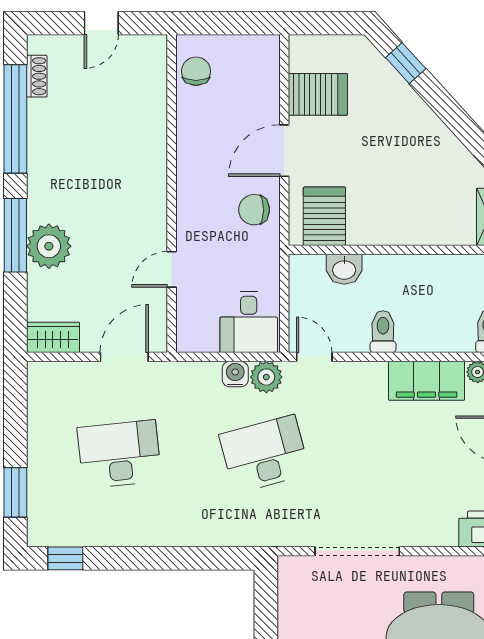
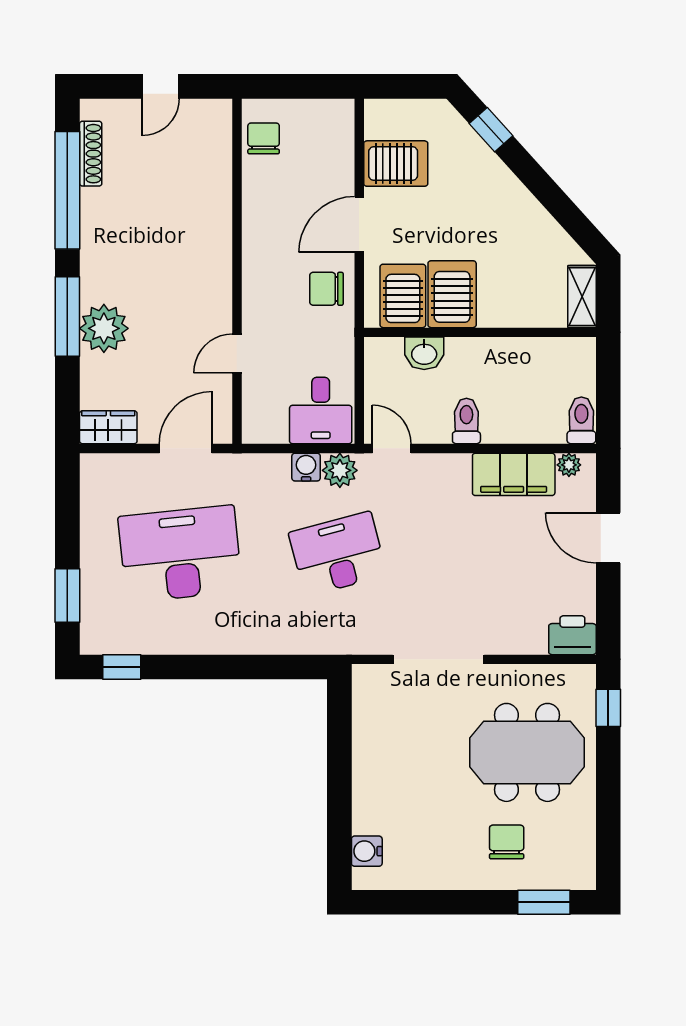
shoe rack: (37, 76) -> (91, 154), width x1.43
server rack: (370, 215) -> (452, 294), added
desk: (119, 454) -> (180, 554), width x1.36, depth x1.30

